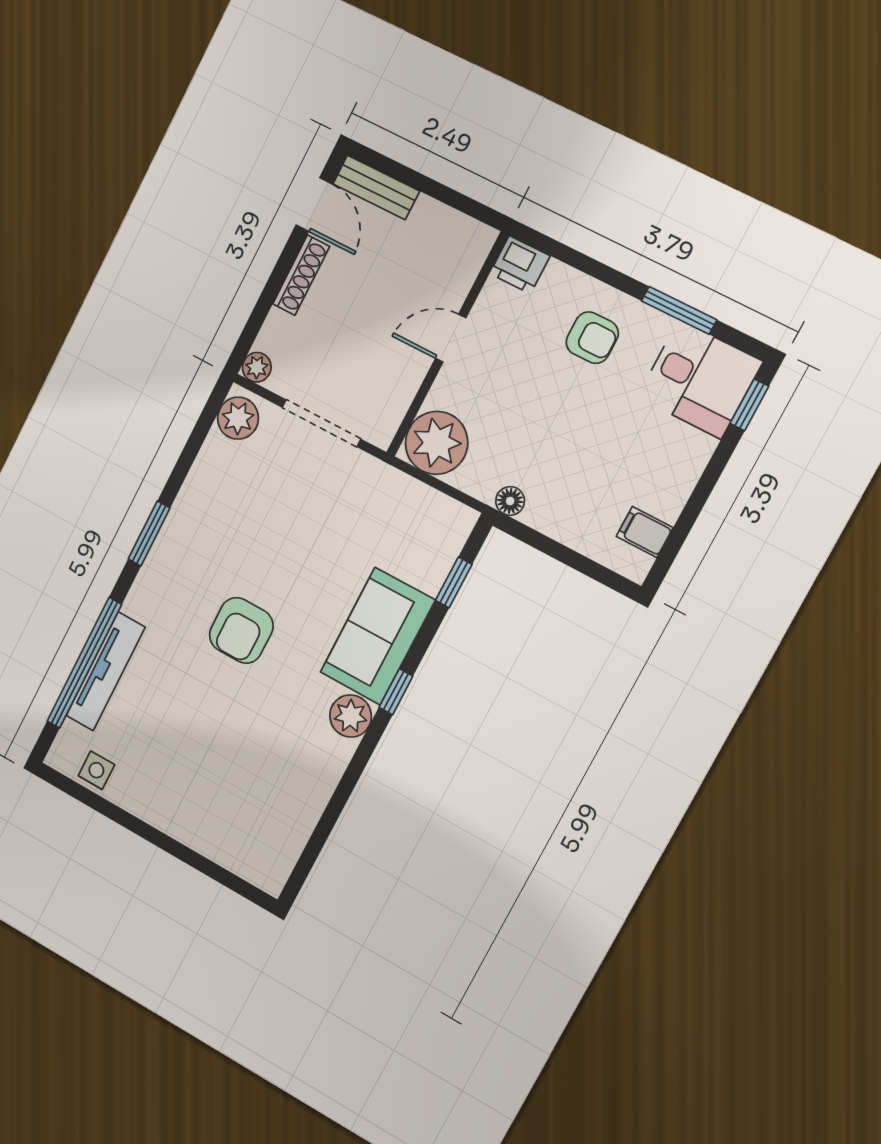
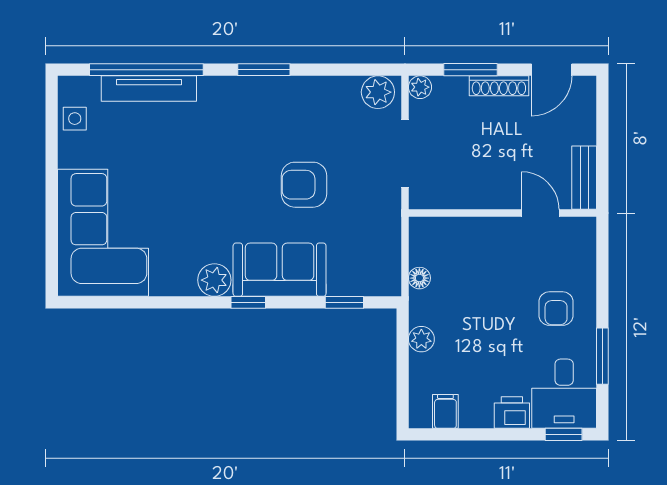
bench: (376, 187) -> (584, 178), moved
printer: (520, 265) -> (512, 413), moved, turned 90
window: (267, 299) -> (471, 70), added
door: (451, 338) -> (540, 213), moved
plant: (437, 443) -> (421, 339), moved, width x0.53, depth x0.53
floor lamp: (510, 501) -> (419, 278), moved
armchair: (241, 630) -> (304, 185), moved
corner sofa: (234, 810) -> (103, 233), added

